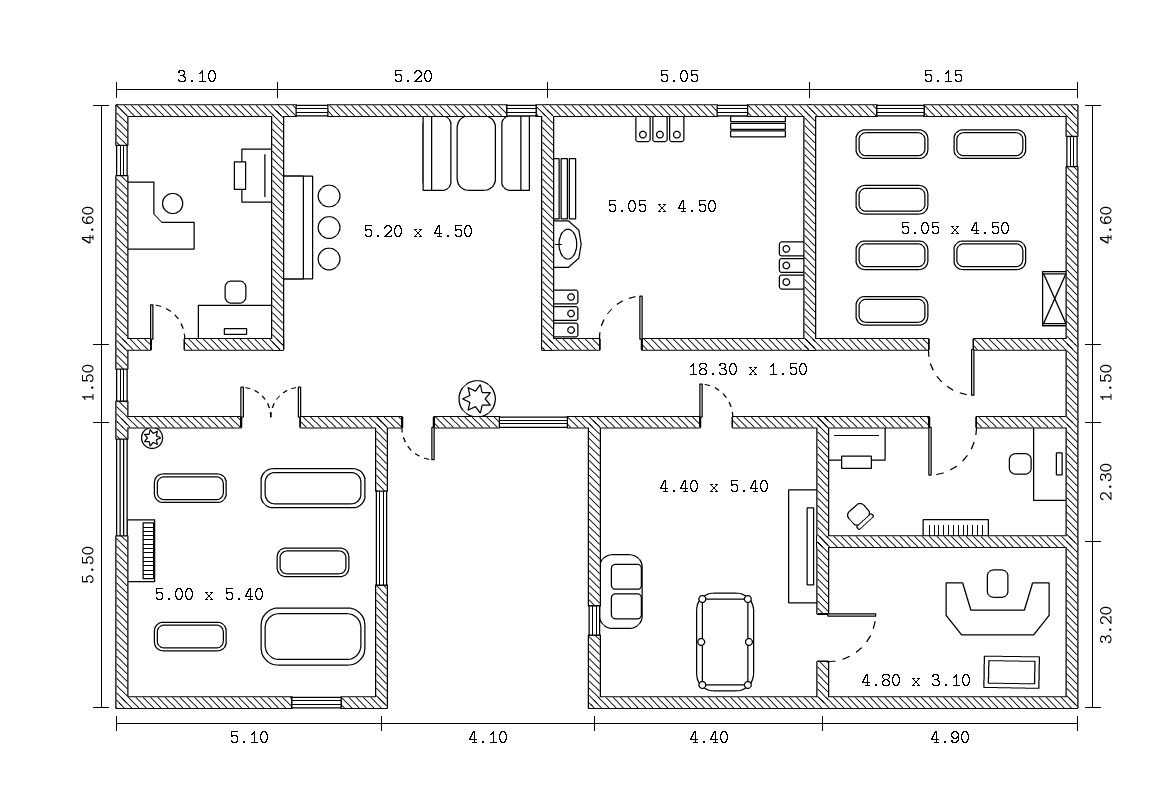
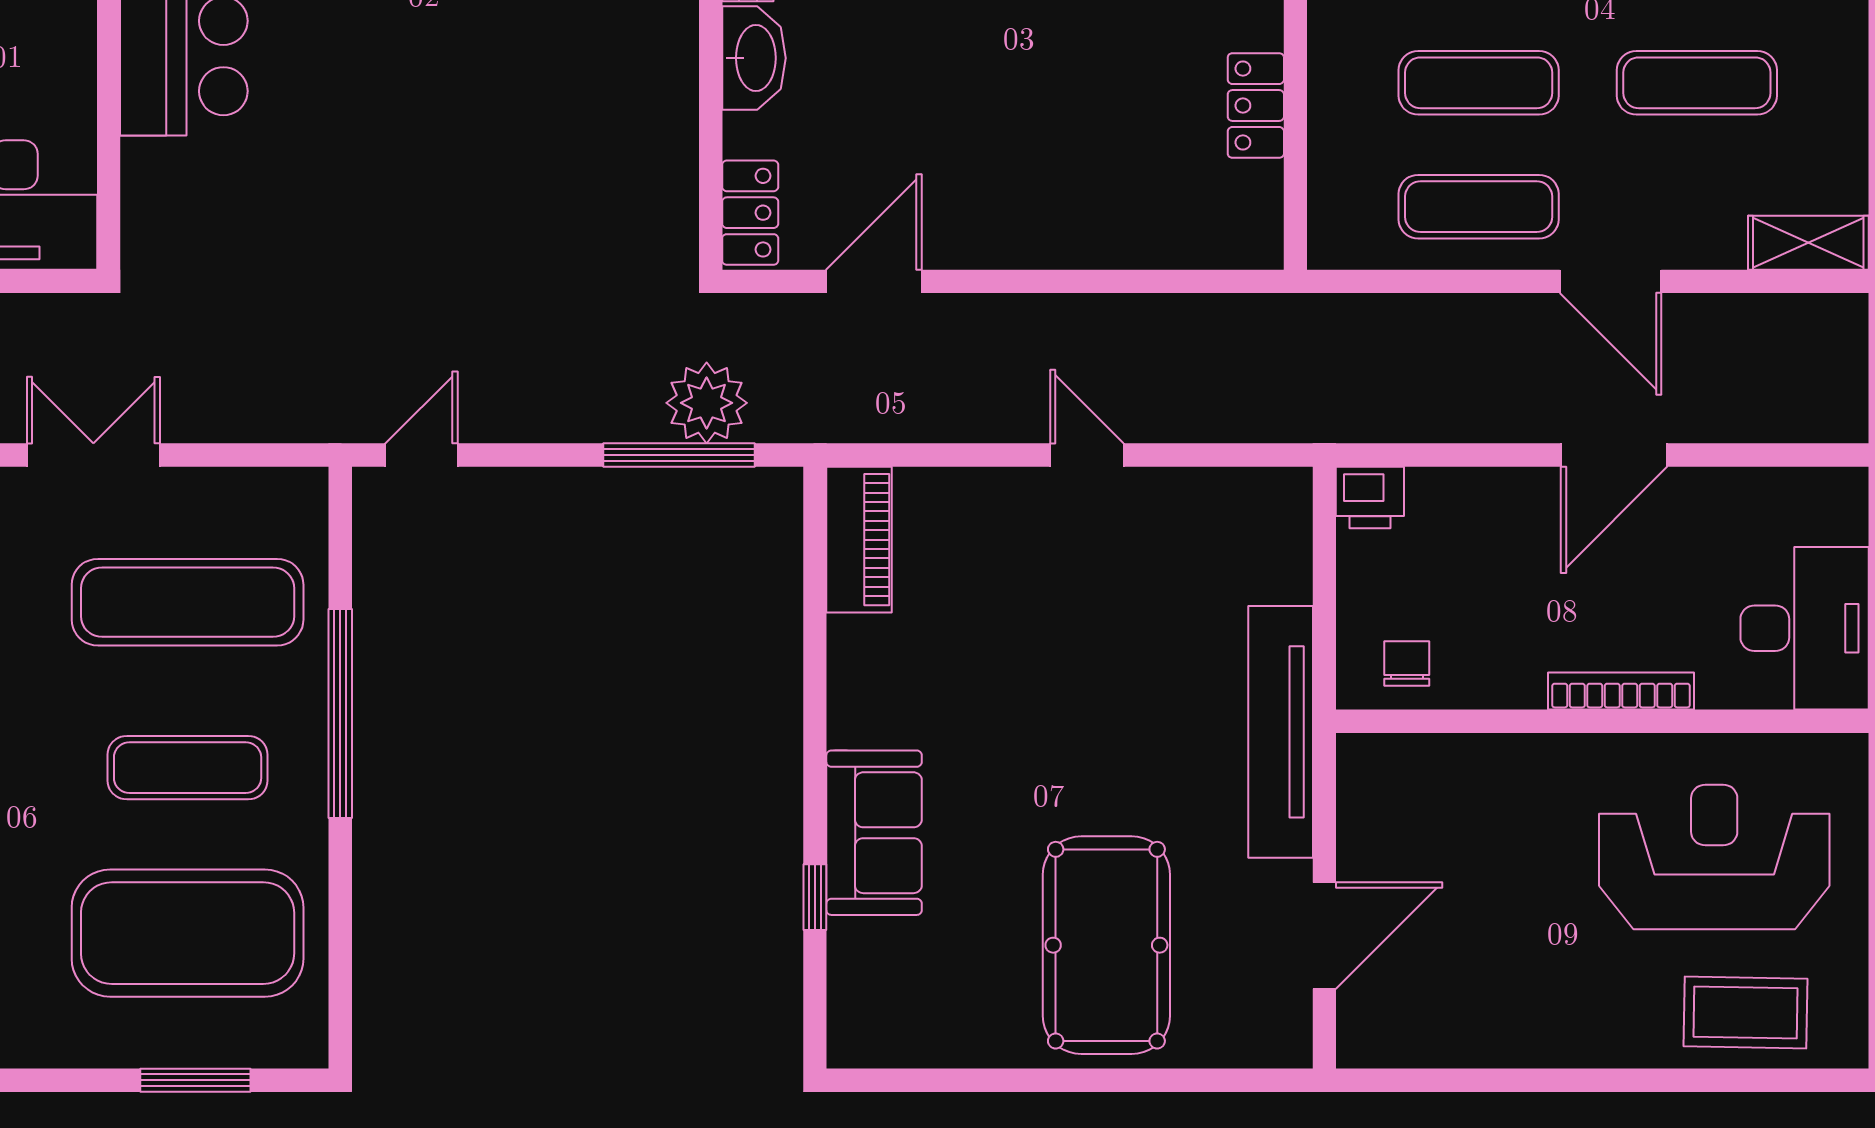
shelving: (1055, 299) -> (1808, 243), moved, turned 90
plant: (477, 399) -> (707, 403), moved
door: (418, 422) -> (422, 455), swing flipped
printer: (857, 448) -> (1370, 497), width x0.53, depth x0.68
piano: (614, 460) -> (859, 540), added
desk: (1038, 464) -> (1805, 628), moved
chair: (860, 516) -> (1407, 663), turned 42

